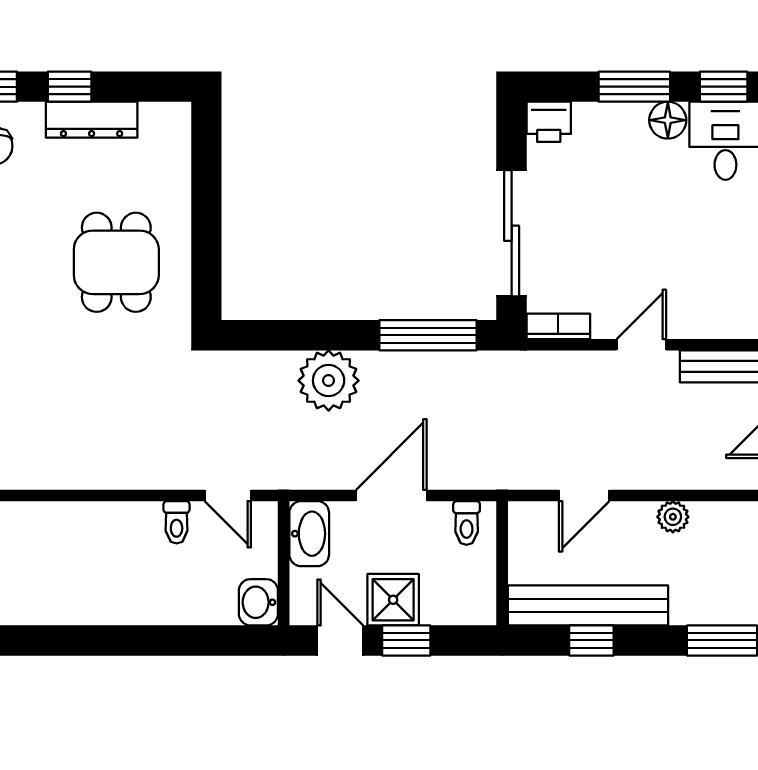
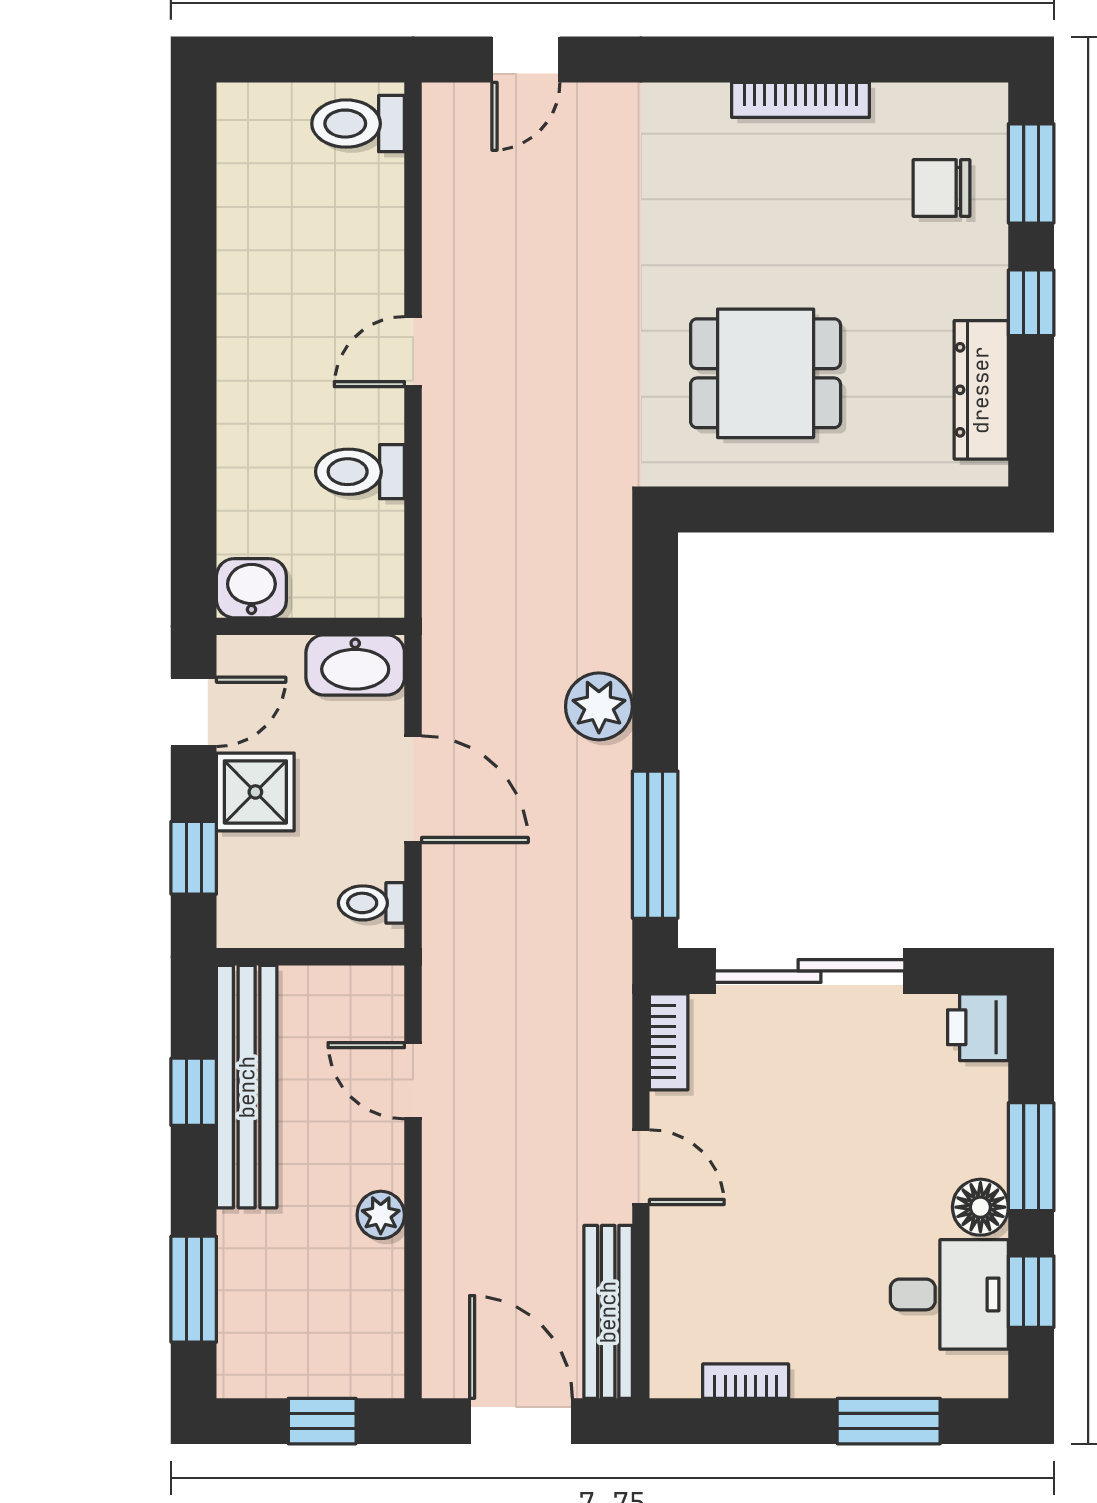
dresser: (92, 120) -> (981, 390), moved
plant: (329, 381) -> (599, 706), width x0.73, depth x0.73
door: (228, 495) -> (413, 352), moved
toilet: (177, 522) -> (360, 472), width x1.37, depth x1.39
window: (406, 640) -> (194, 858), moved

